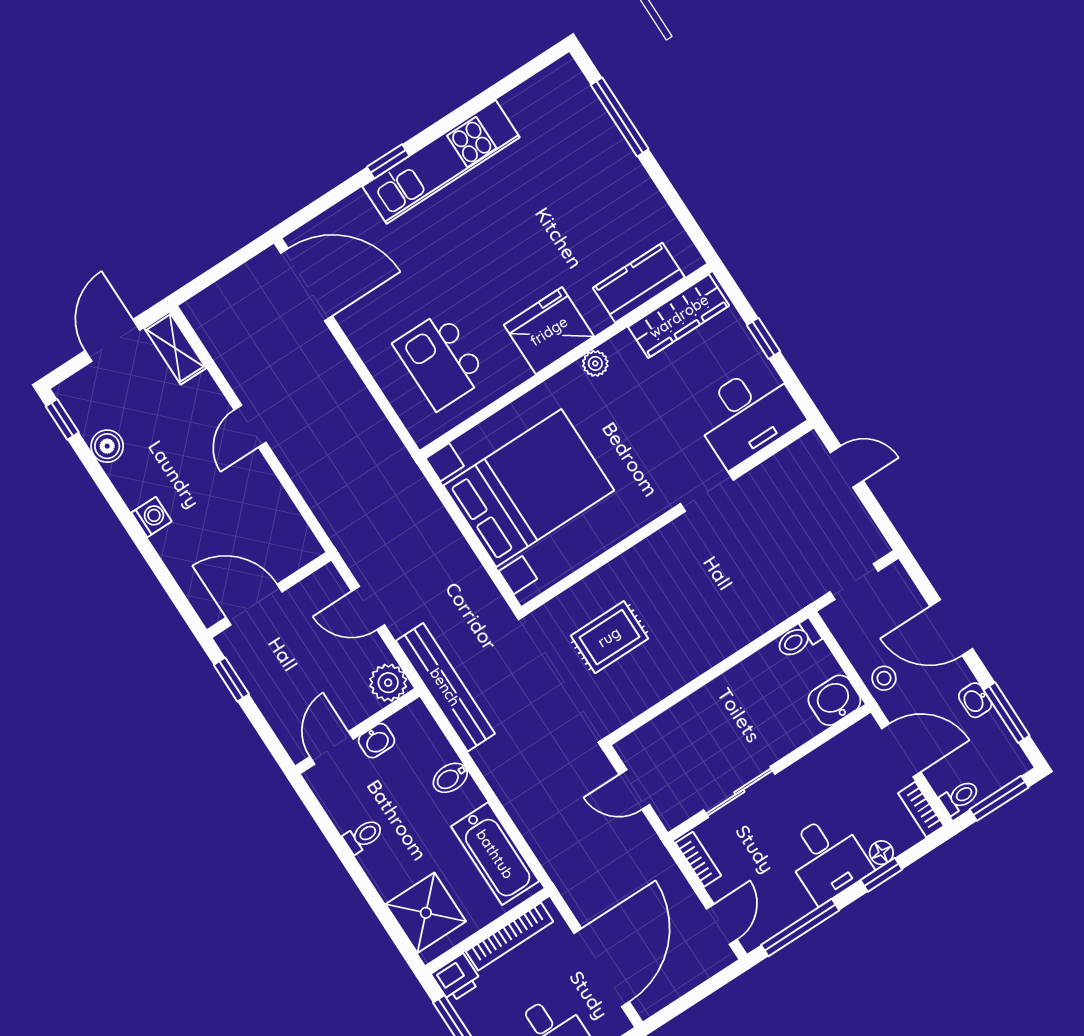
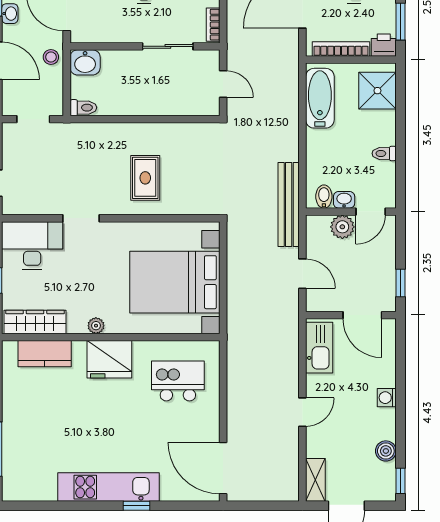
kitchen island: (440, 361) -> (178, 381), turned -90
kitchen sink: (283, 525) -> (319, 348), added
rug: (609, 637) -> (145, 178), moved, turned 90
plant: (388, 683) -> (342, 227), moved
bidet: (450, 778) -> (324, 197), moved, turned -90

